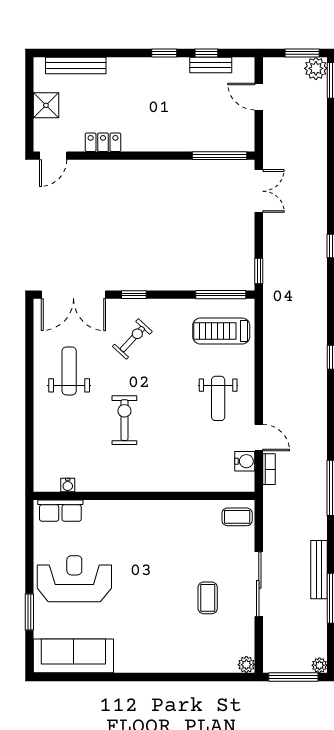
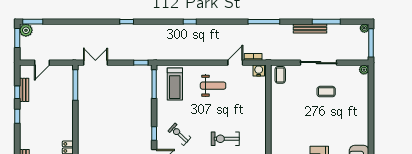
water cooler: (245, 461) -> (259, 71), moved

